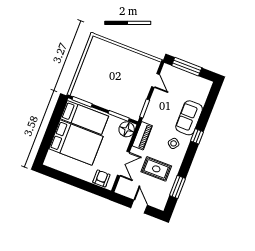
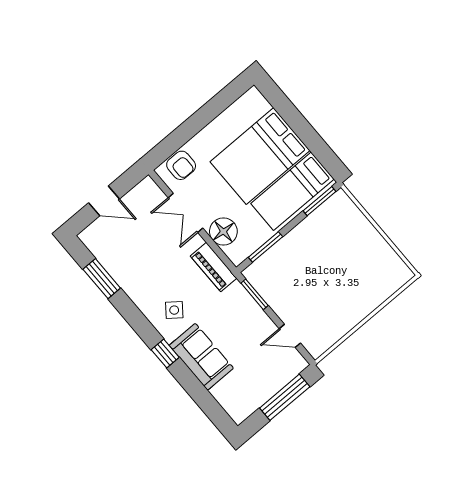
floor lamp: (127, 129) -> (223, 232), moved
rug: (156, 169) -> (149, 261), removed

